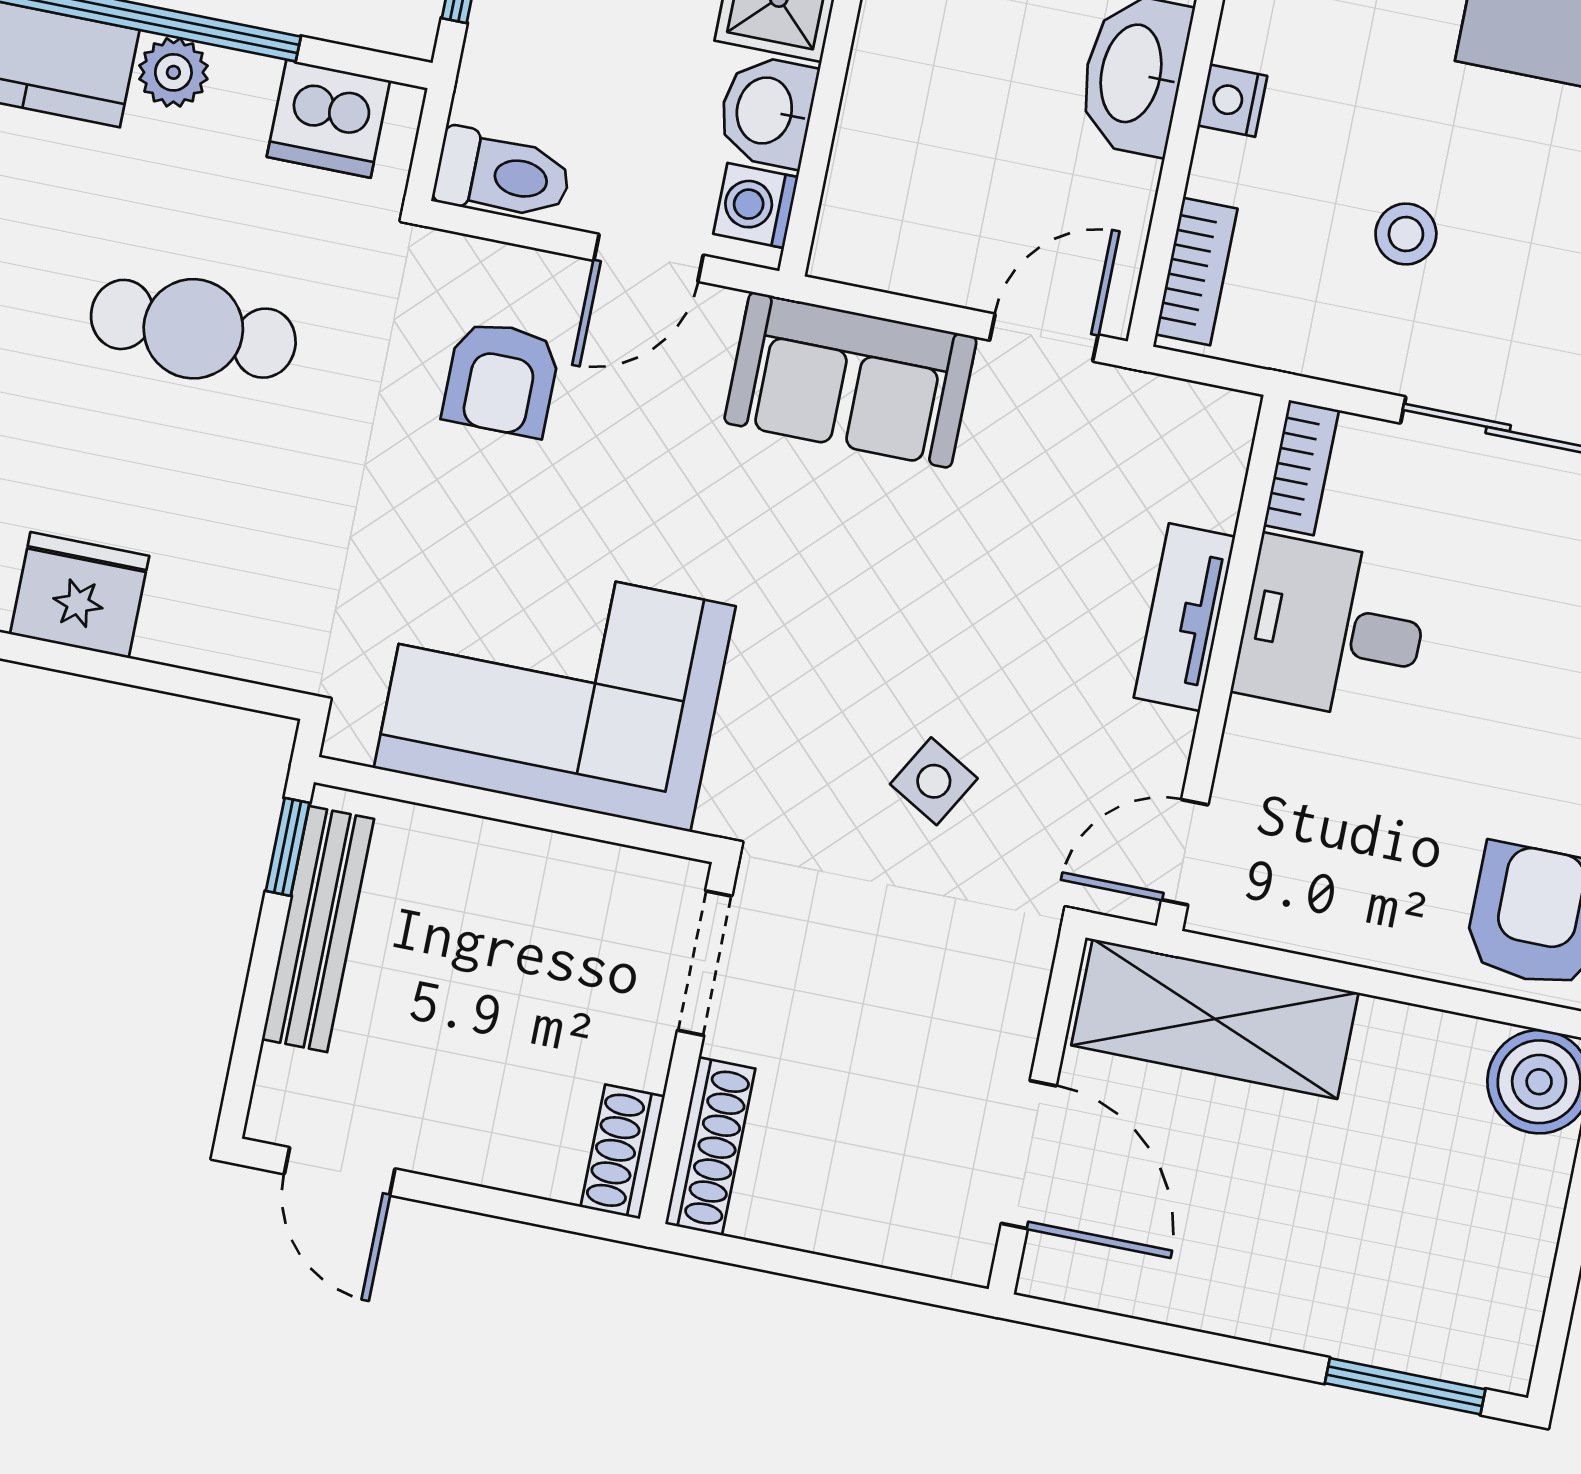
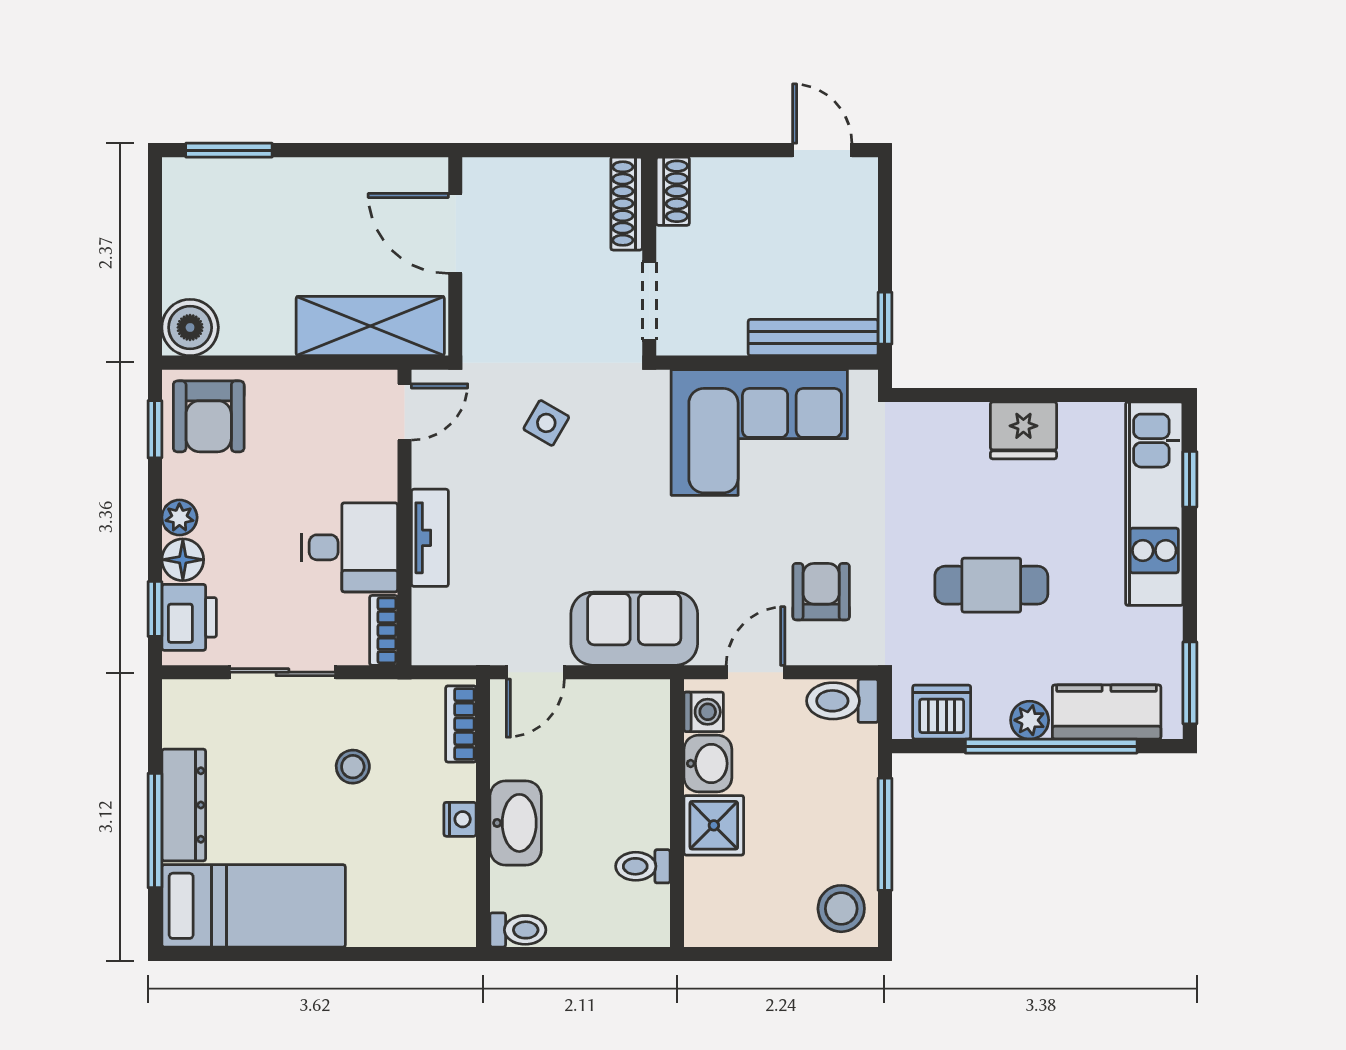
bench: (318, 929) -> (813, 338), moved, turned 90

